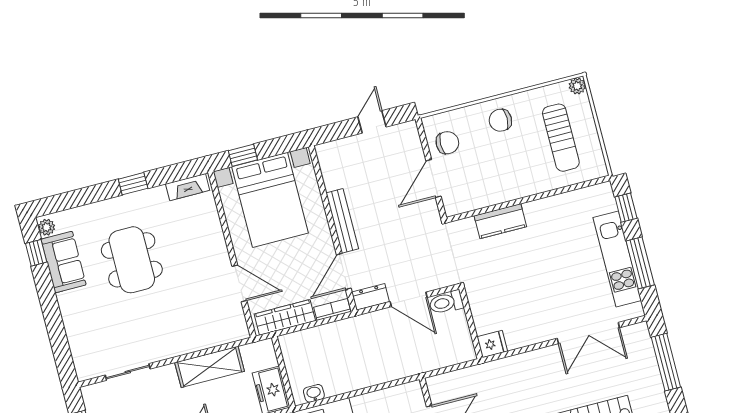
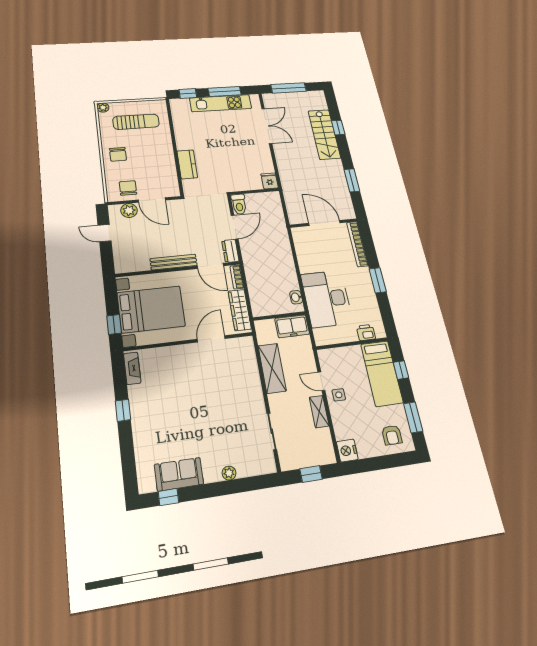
plant: (412, 149) -> (129, 210), added
plant: (47, 227) -> (229, 473), moved
dining table: (132, 260) -> (184, 418), removed

